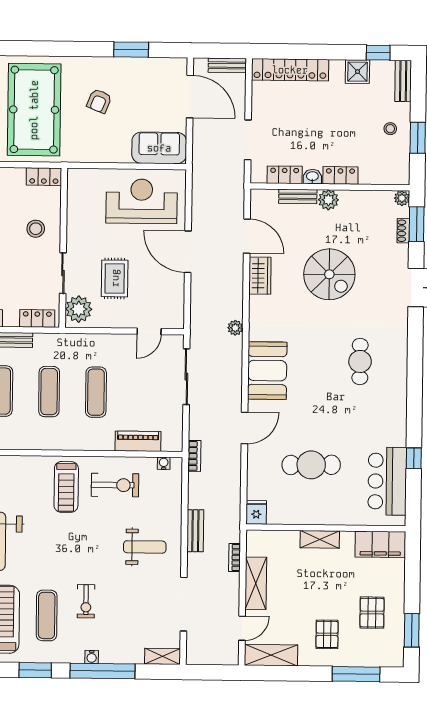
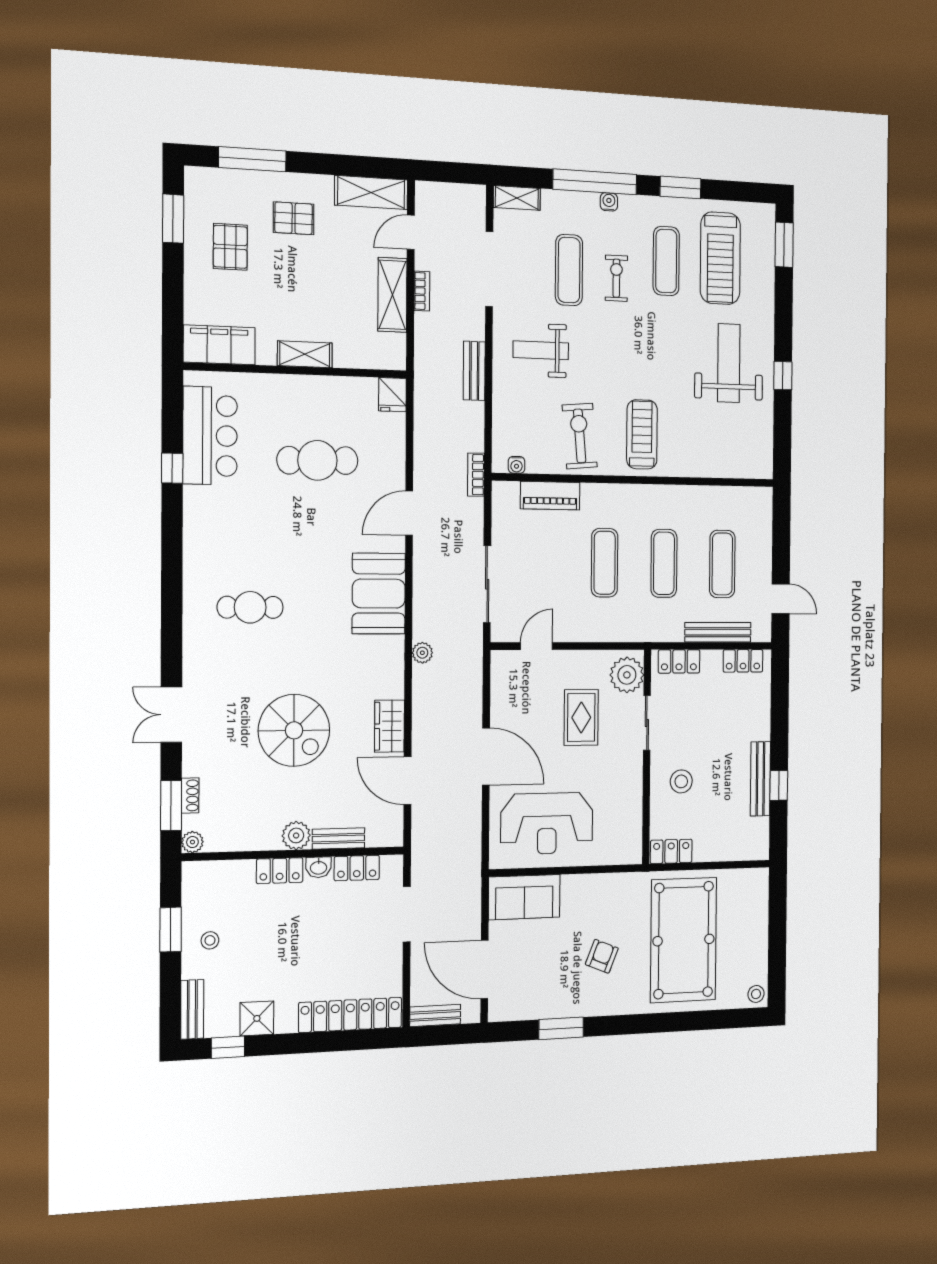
spiral stairs: (329, 274) -> (294, 730), turned 180
cafe table: (360, 361) -> (250, 607), turned 90
exercise bike: (115, 485) -> (580, 436), turned 85
bookcase: (234, 557) -> (422, 291), moved
exercise mat: (123, 606) -> (569, 270), added
pallet: (327, 634) -> (294, 218), turned 90

